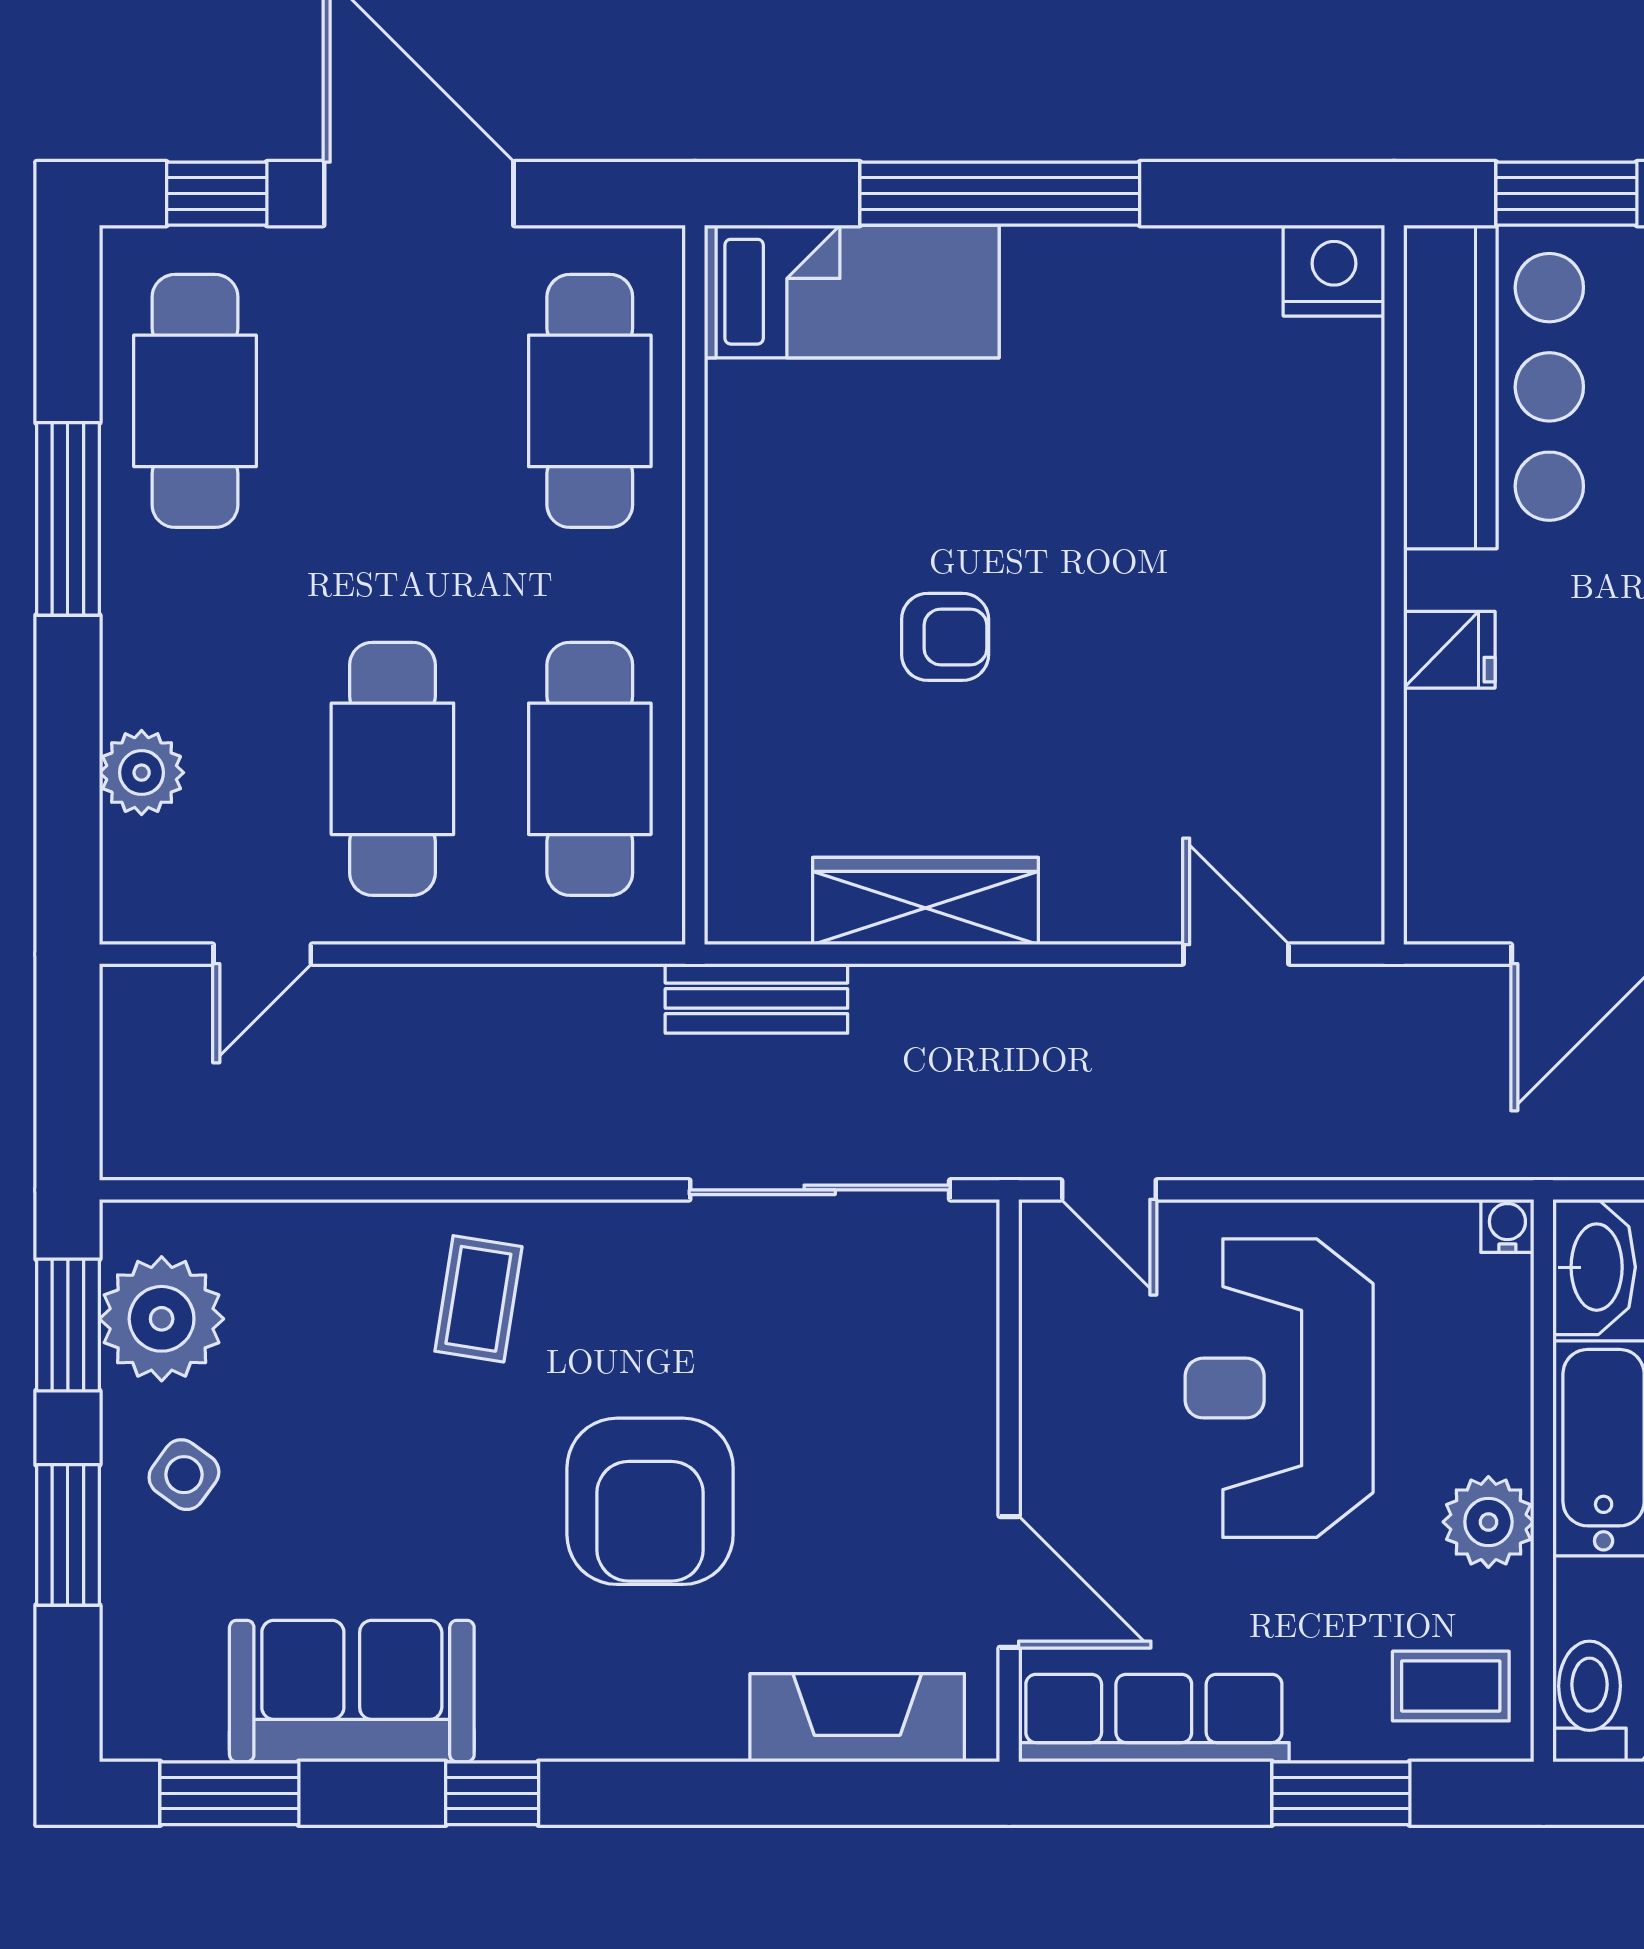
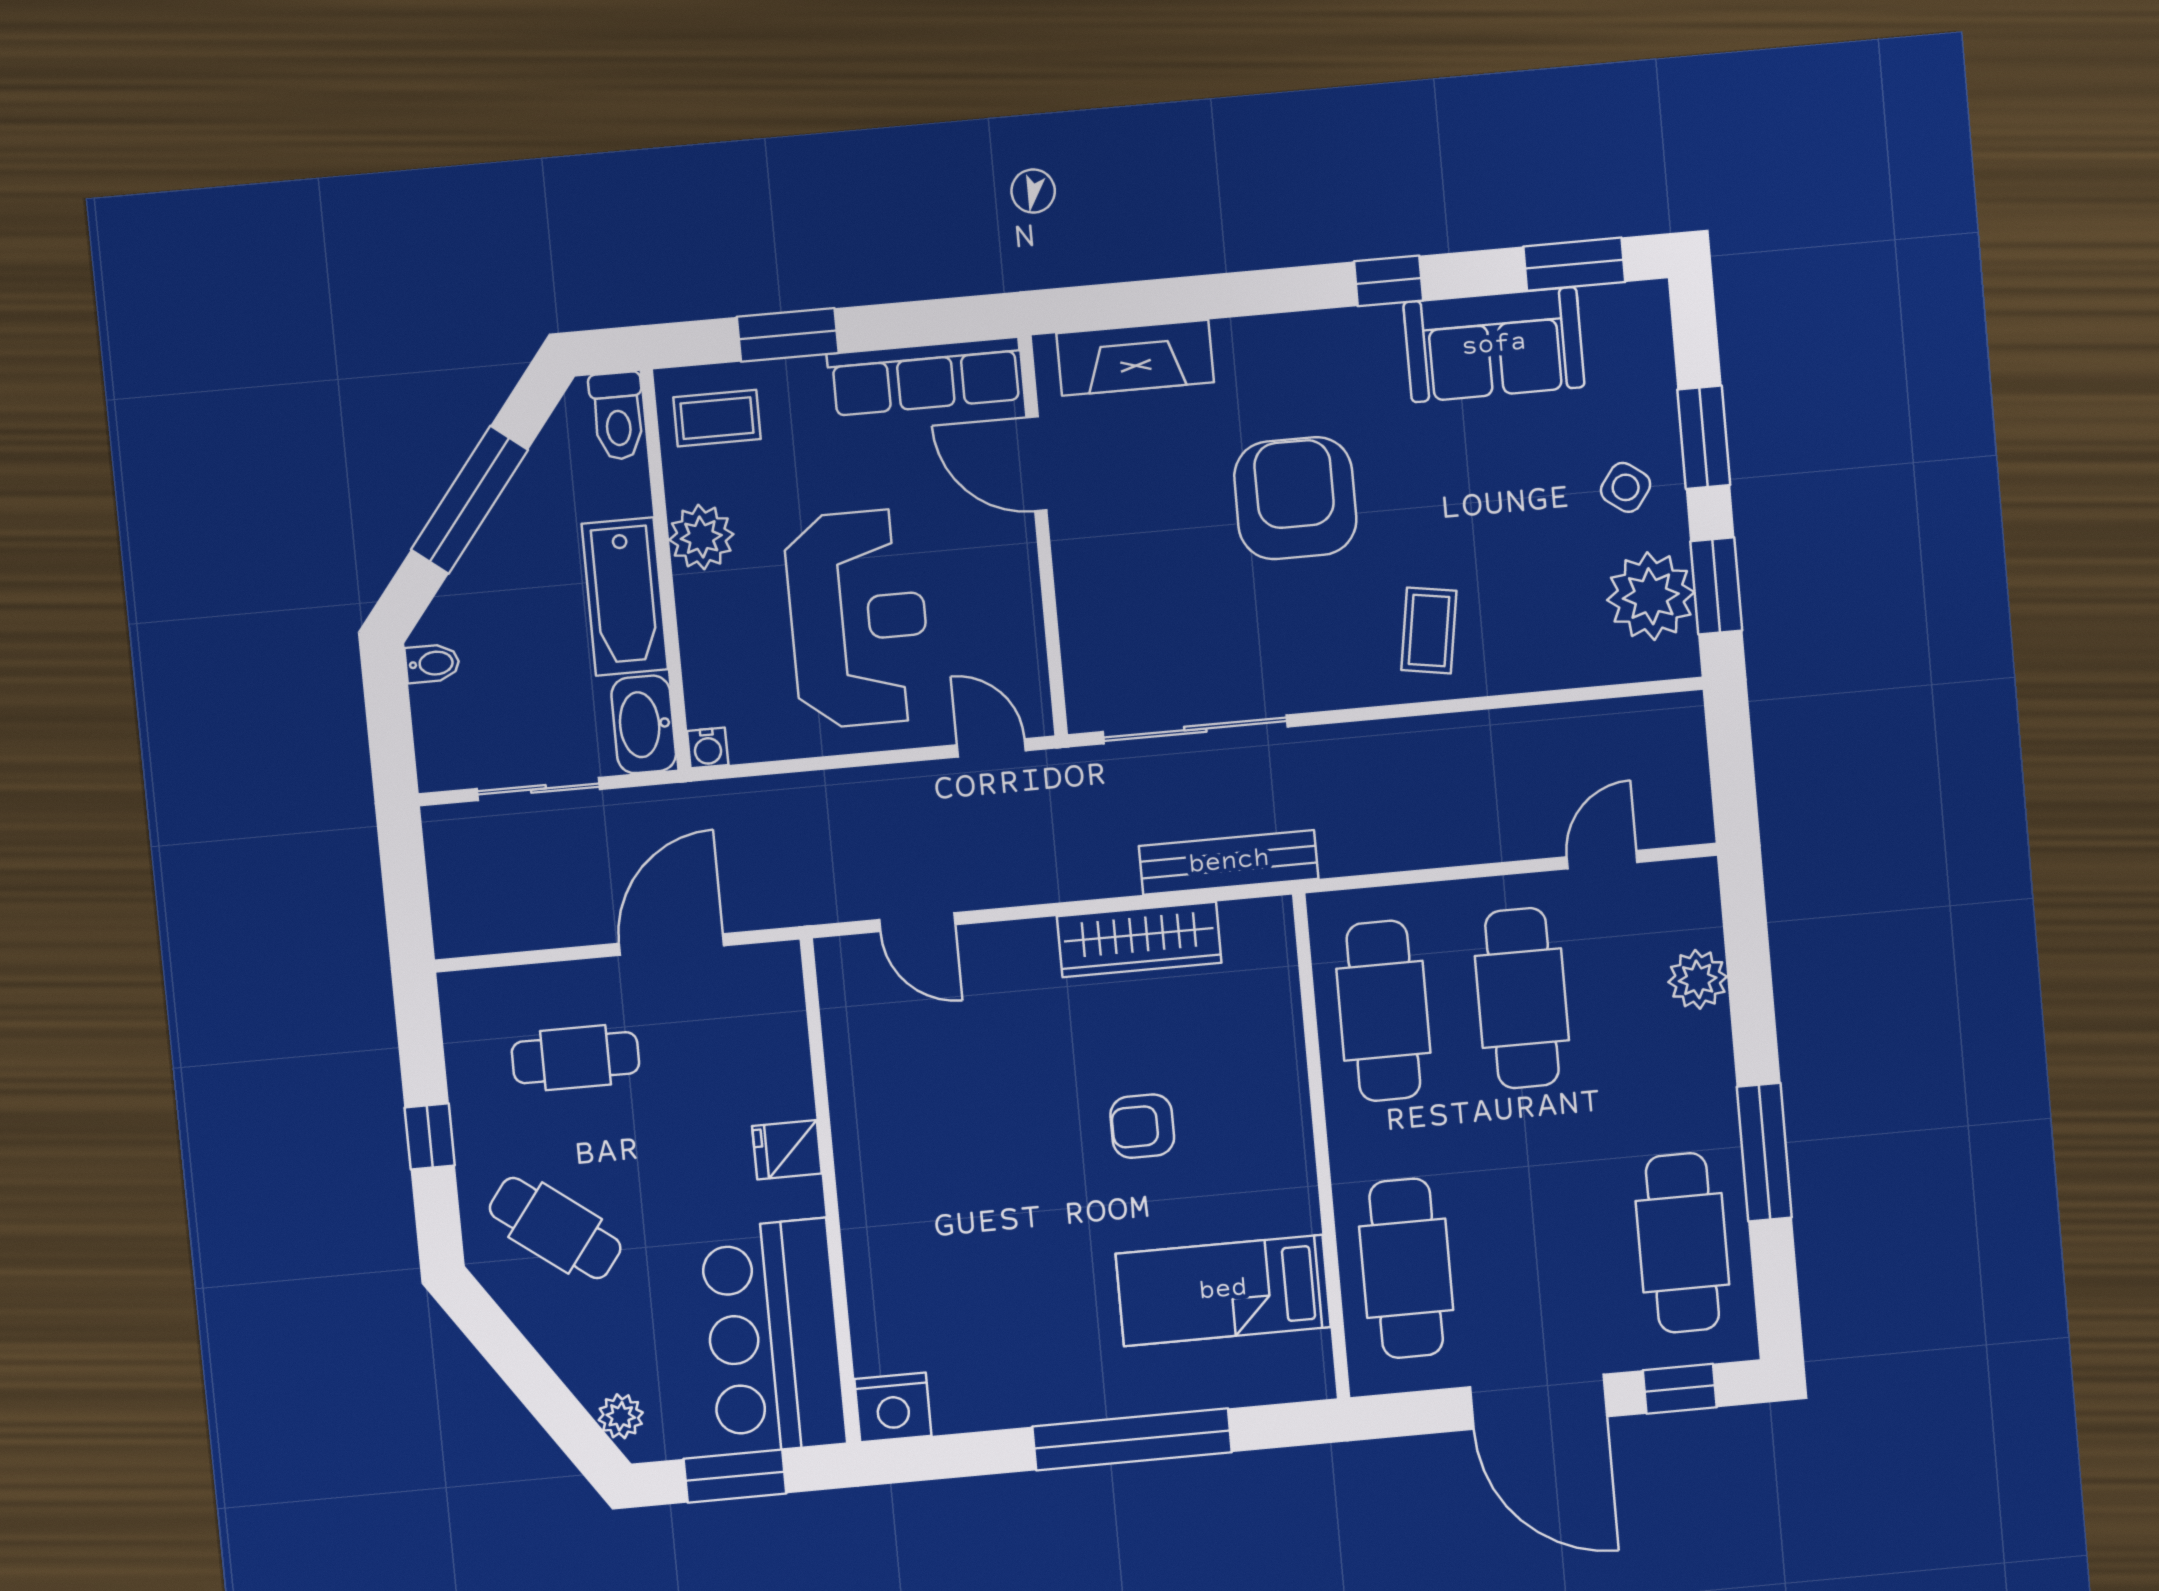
bed: (852, 292) -> (1223, 1290), moved
bench: (756, 998) -> (1229, 862), width x1.36

